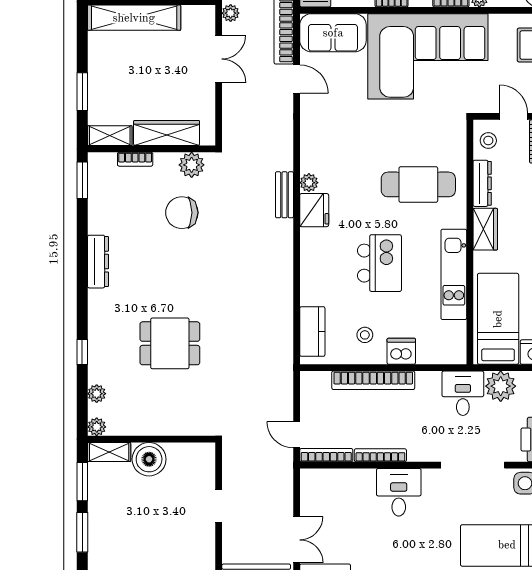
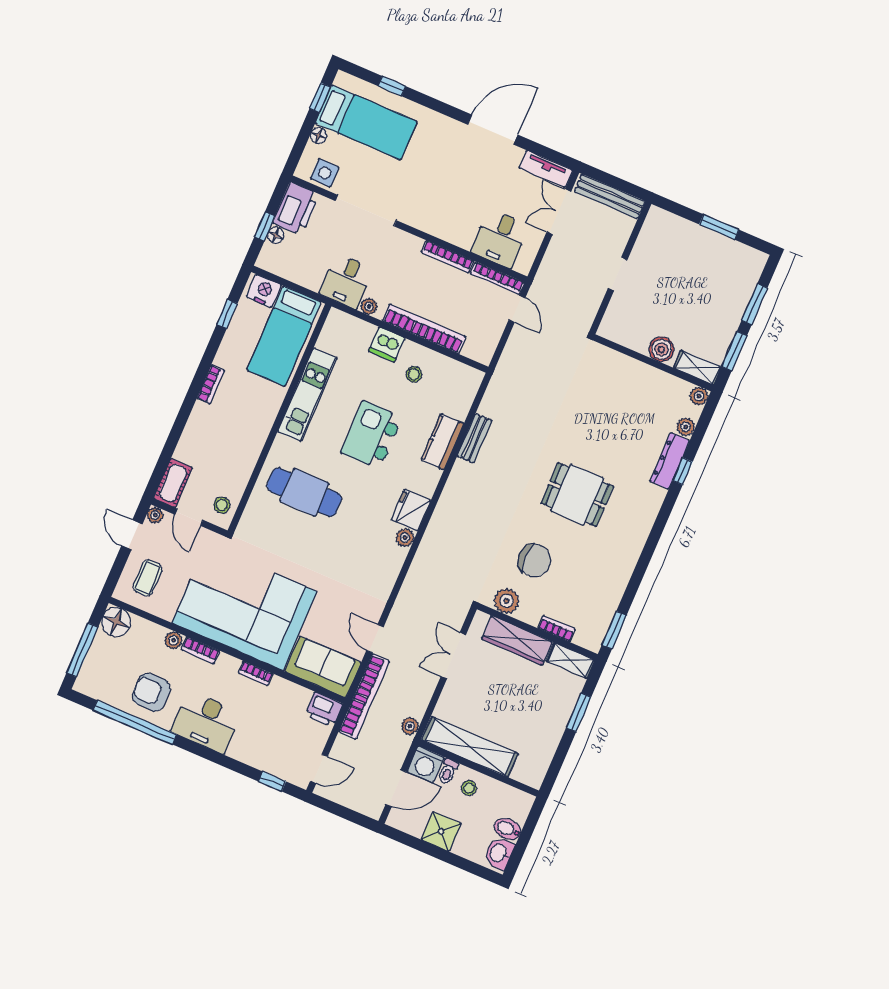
shelving: (134, 18) -> (470, 747), moved
double door: (219, 59) -> (453, 656), moved
dresser: (482, 183) -> (245, 468), removed
bench: (284, 195) -> (475, 438), moved
wardrobe: (485, 229) -> (260, 424), removed
dresser: (98, 262) -> (670, 461), moved
kitchen counter: (312, 331) -> (442, 442), moved
dining table: (170, 343) -> (577, 495), moved
plant: (501, 386) -> (369, 306), moved, width x0.53, depth x0.53
boiler: (149, 459) -> (662, 349), width x0.73, depth x0.73
desk: (399, 492) -> (500, 238), moved

